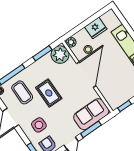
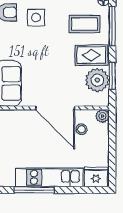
fridge: (96, 28) -> (96, 177), moved, turned 90
plant: (60, 55) -> (97, 80), moved
rug: (49, 93) -> (91, 55), moved

